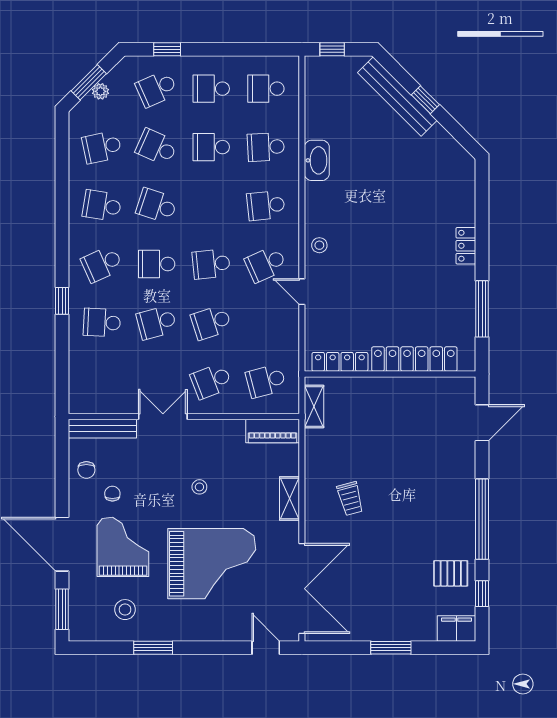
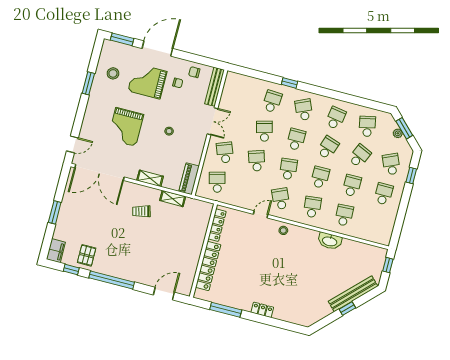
school desk: (266, 89) -> (320, 177), moved
shelving: (314, 406) -> (173, 199), moved
door: (482, 423) -> (164, 294), swing flipped
grand piano: (123, 547) -> (147, 81), turned 180
grand piano: (212, 564) -> (126, 127), width x0.73, depth x0.68

